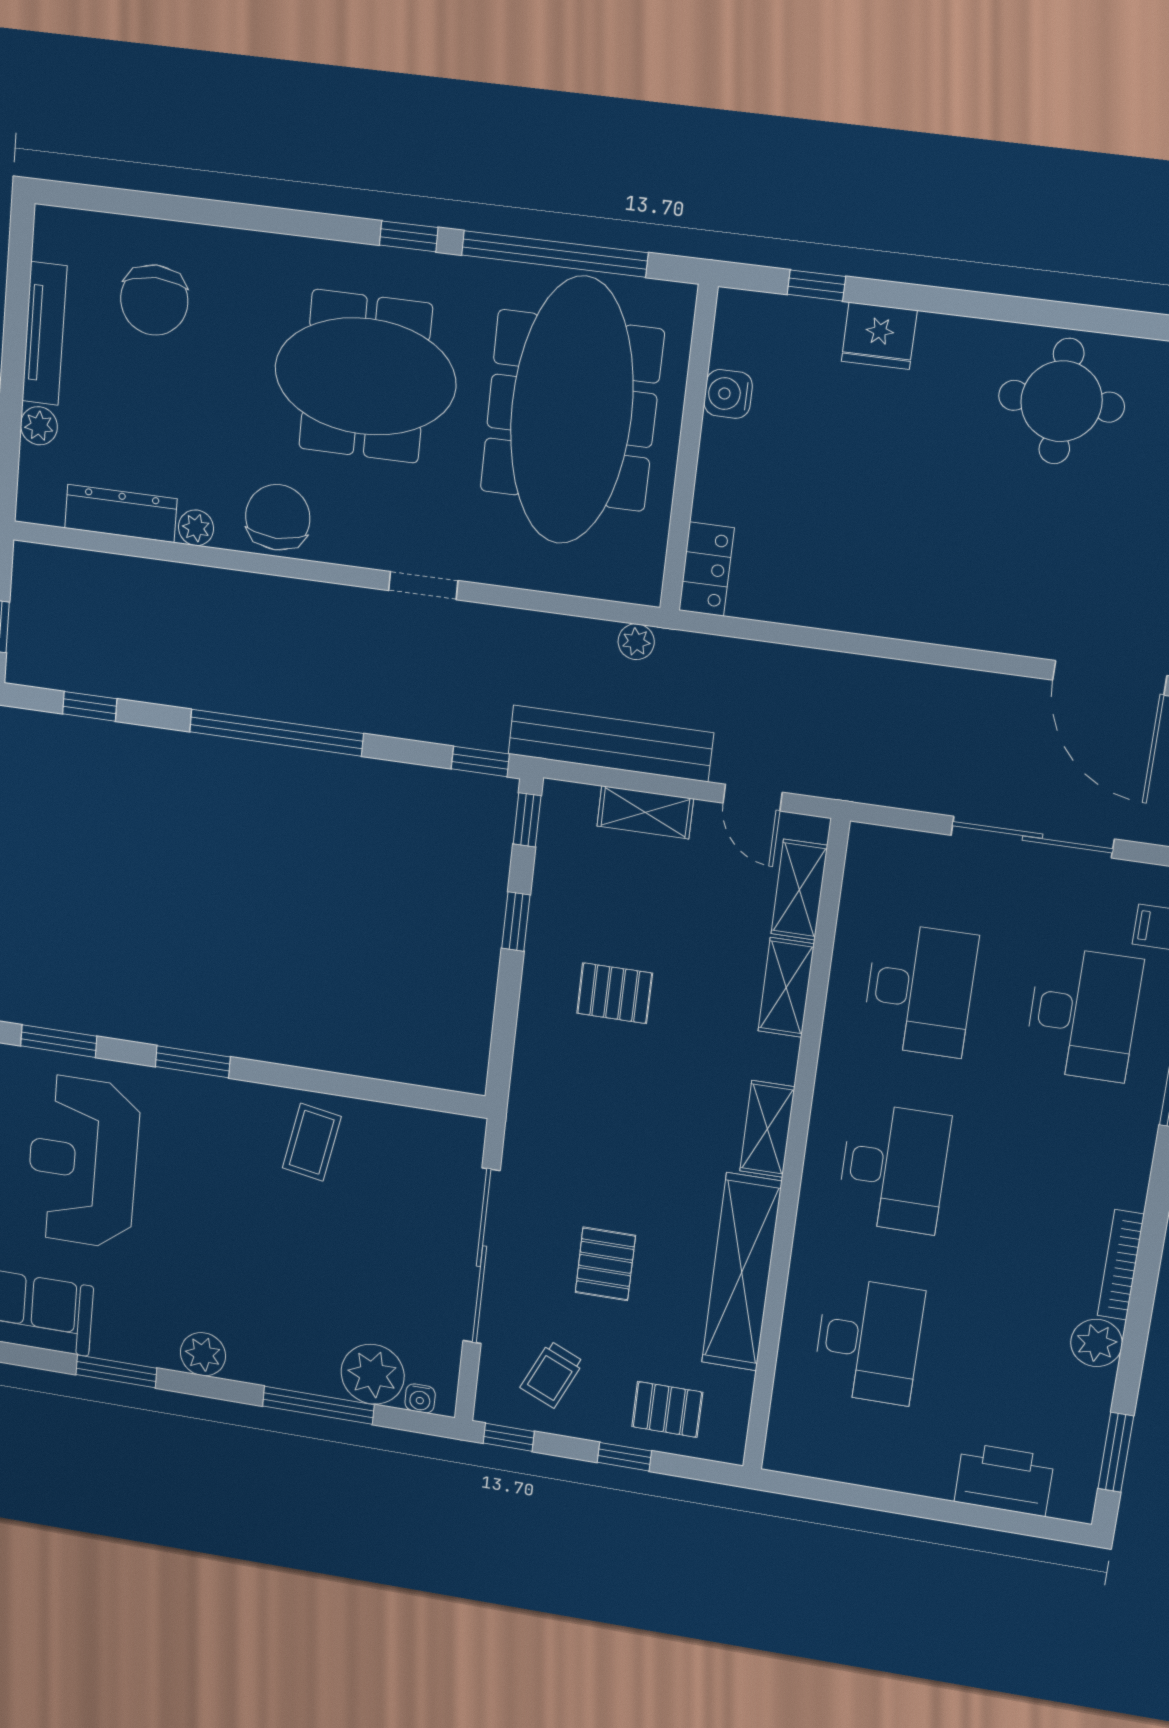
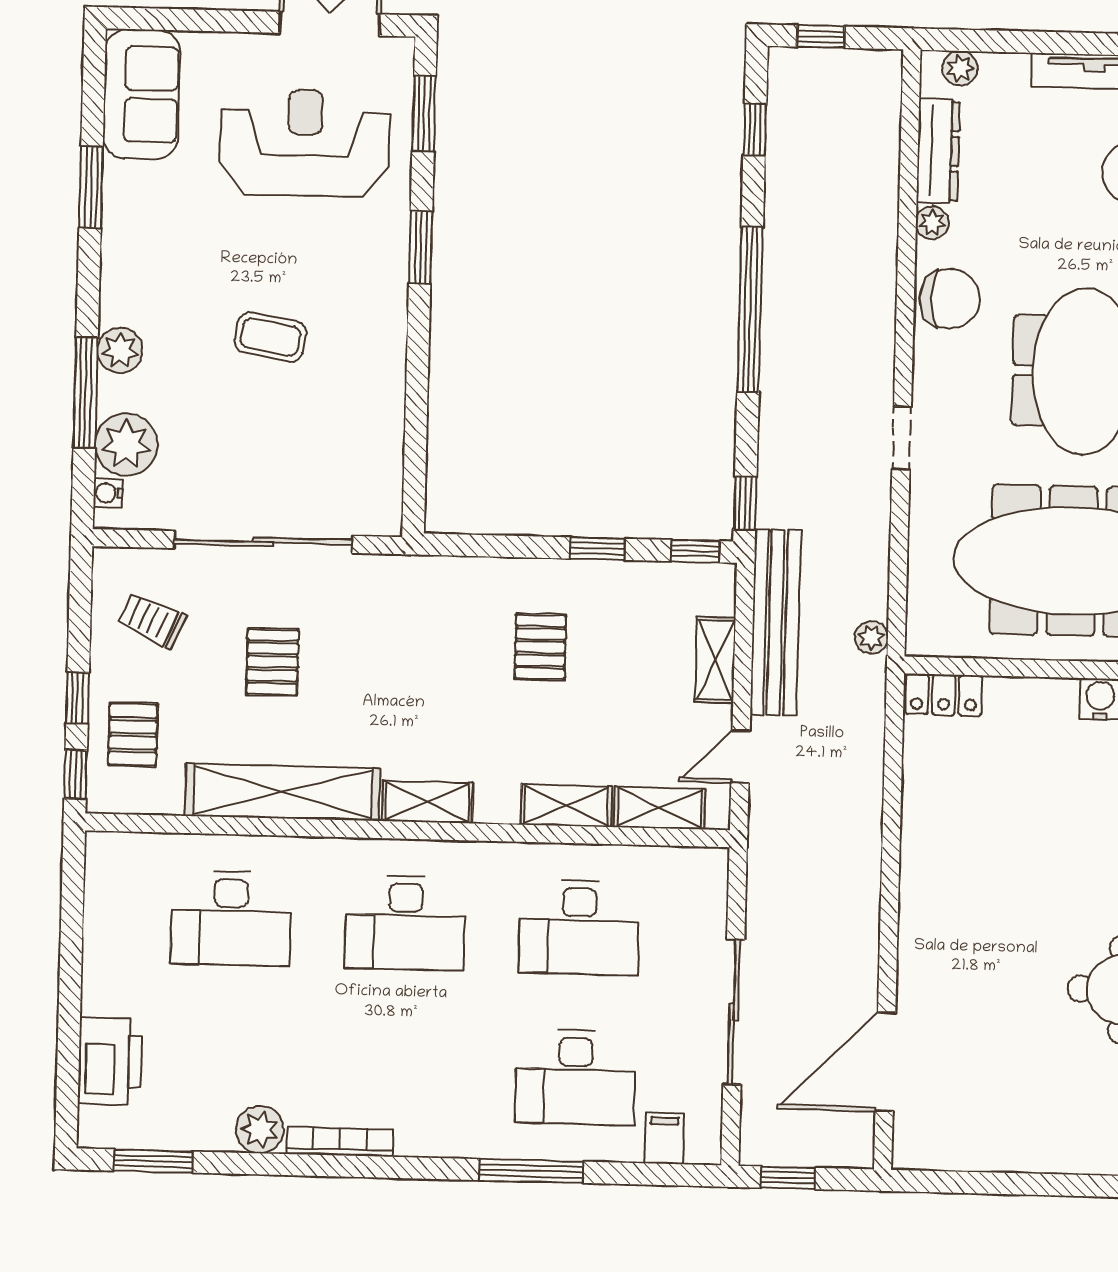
plant: (39, 426) -> (960, 68), moved
coffee table: (312, 1142) -> (270, 337), moved
pallet: (605, 1264) -> (272, 662), turned 90
plant: (203, 1354) -> (120, 350), moved
window: (509, 1437) -> (76, 774), moved

